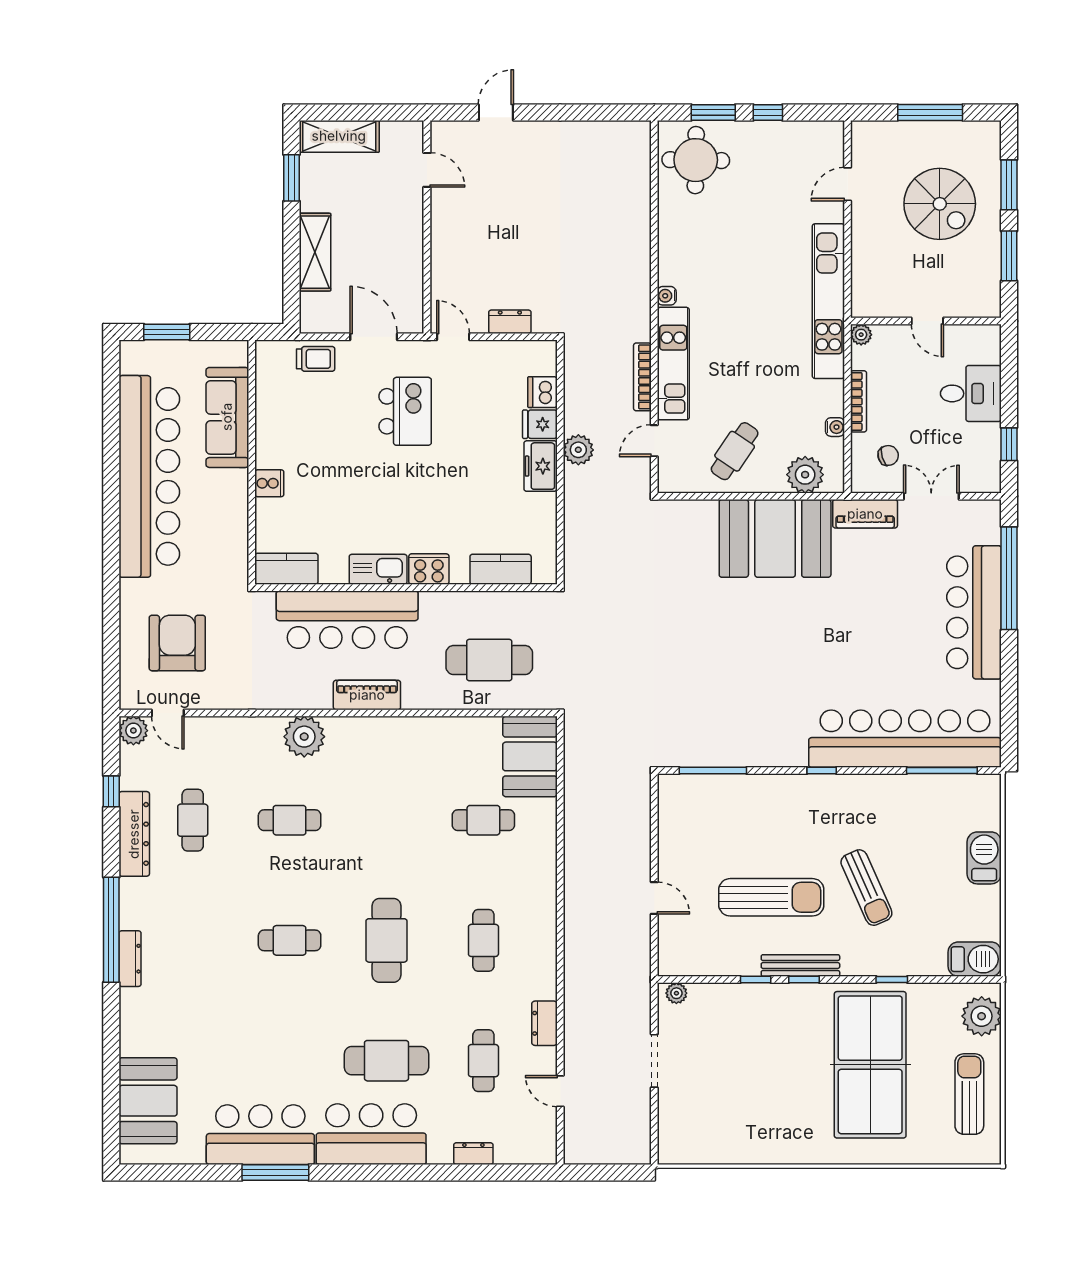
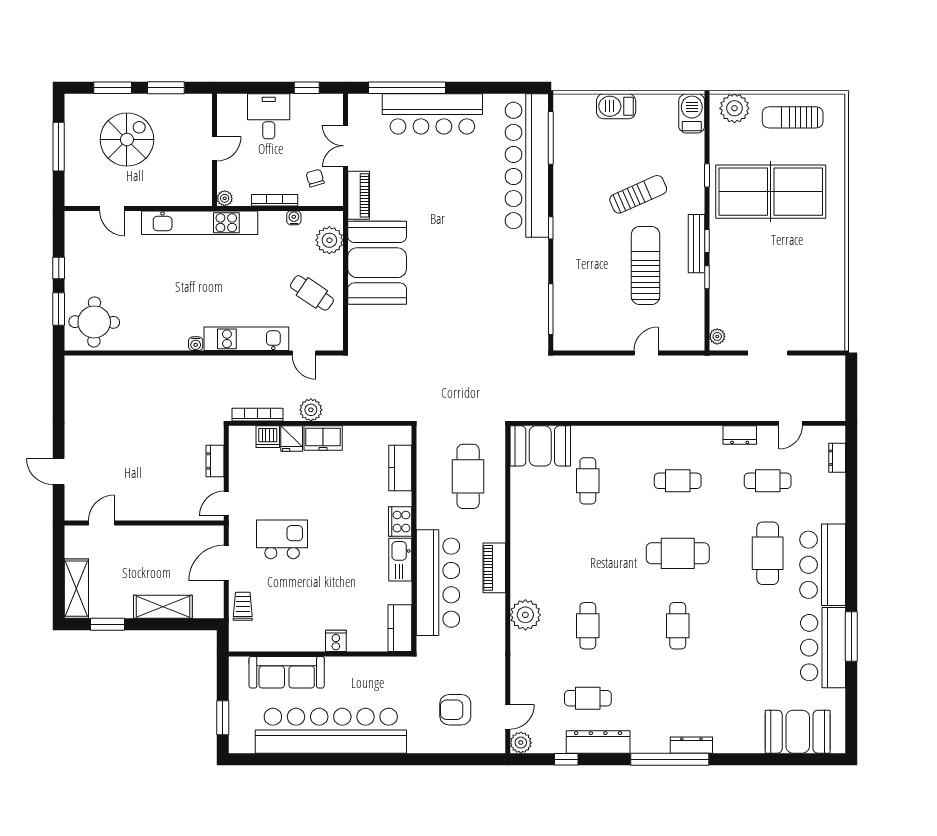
bookcase: (642, 377) -> (257, 415), moved, turned 180
armchair: (177, 643) -> (455, 710), width x0.73, depth x0.73
dresser: (473, 1154) -> (837, 458), moved

